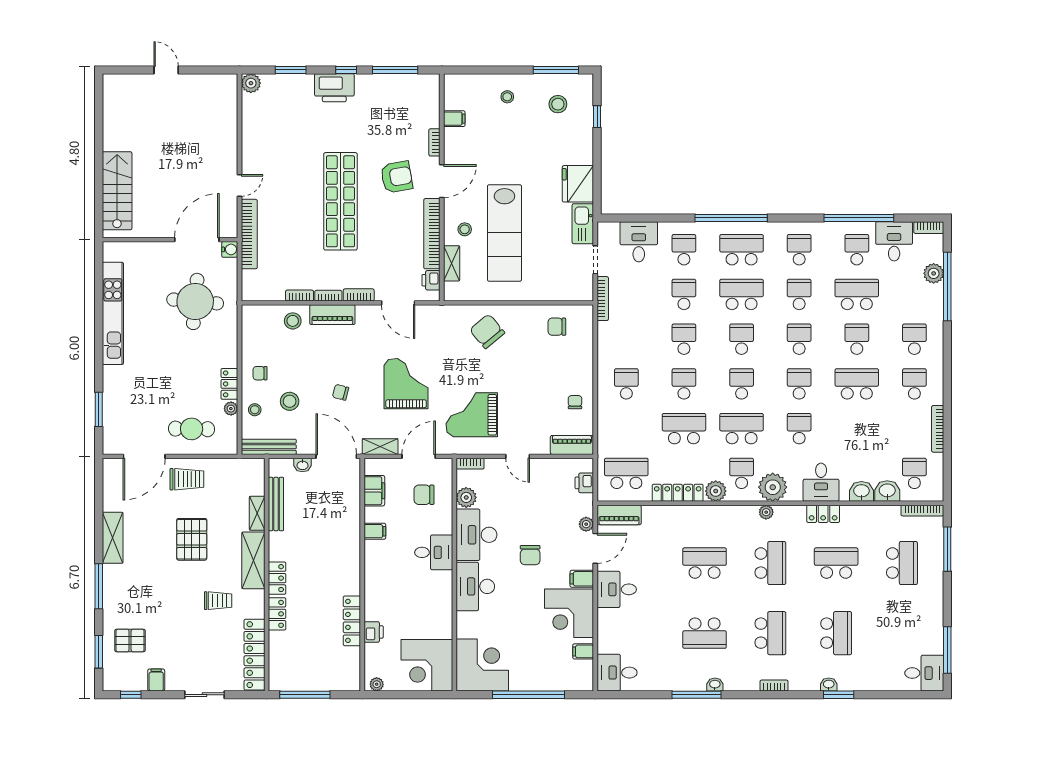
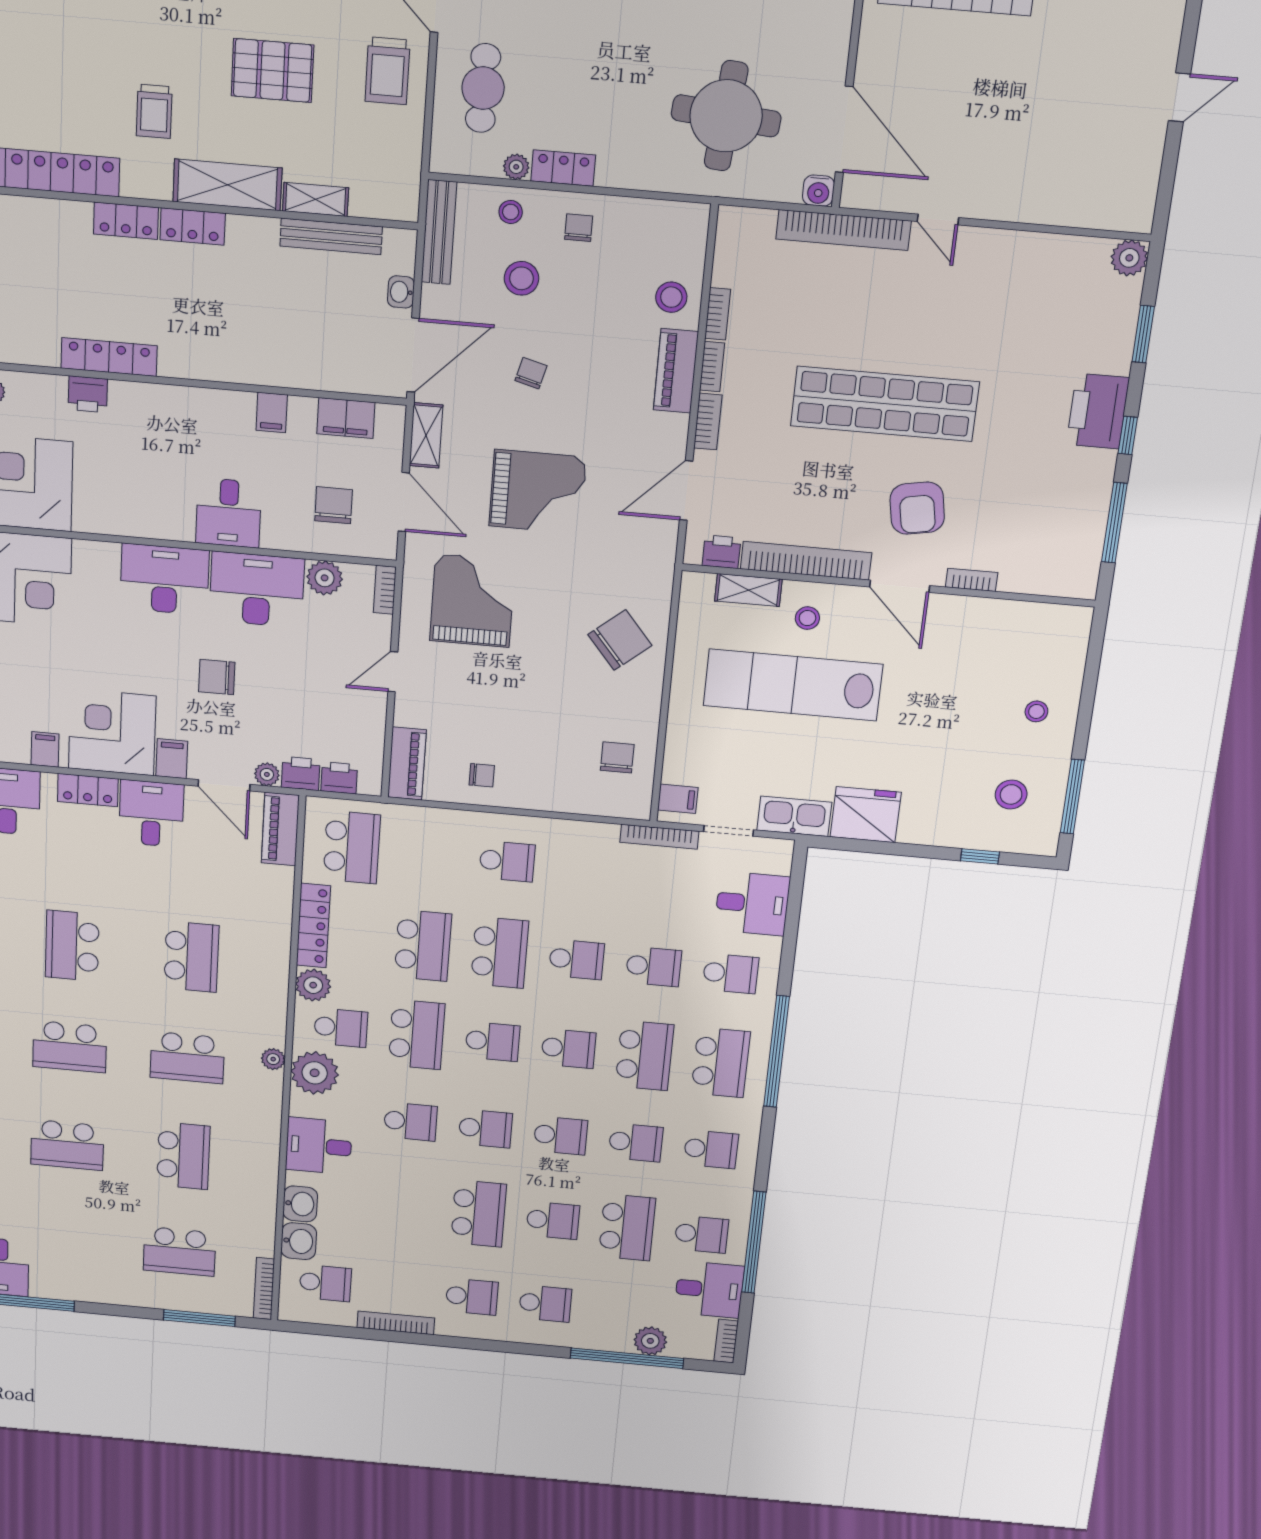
filing cabinet: (454, 119) -> (678, 799), moved, turned -90
school desk: (684, 384) -> (500, 953), width x1.85
printer: (584, 505) -> (301, 773), added
locker: (823, 514) -> (88, 790), moved, turned -90

